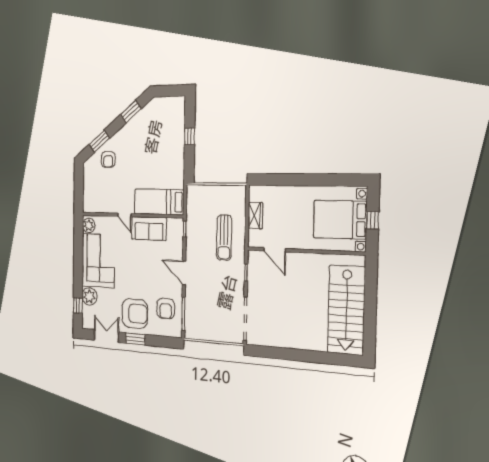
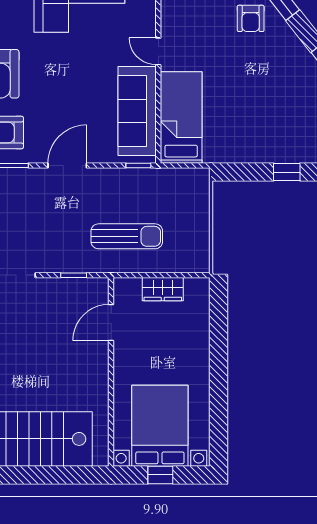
armchair: (108, 159) -> (251, 18), turned -90
door: (124, 215) -> (158, 51), hinge flipped
sofa: (149, 228) -> (137, 111), width x1.36
sun lounger: (224, 238) -> (127, 236), turned 180

